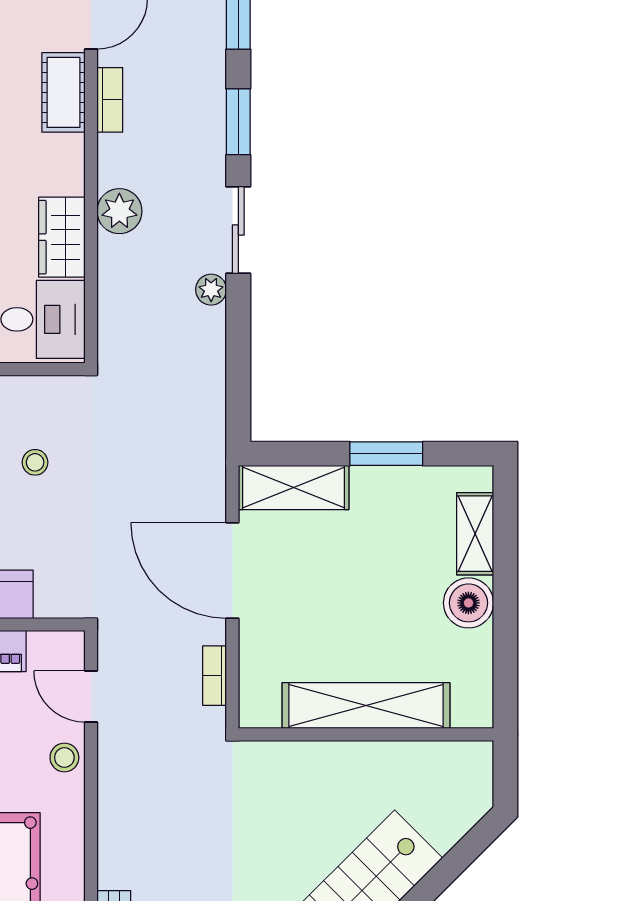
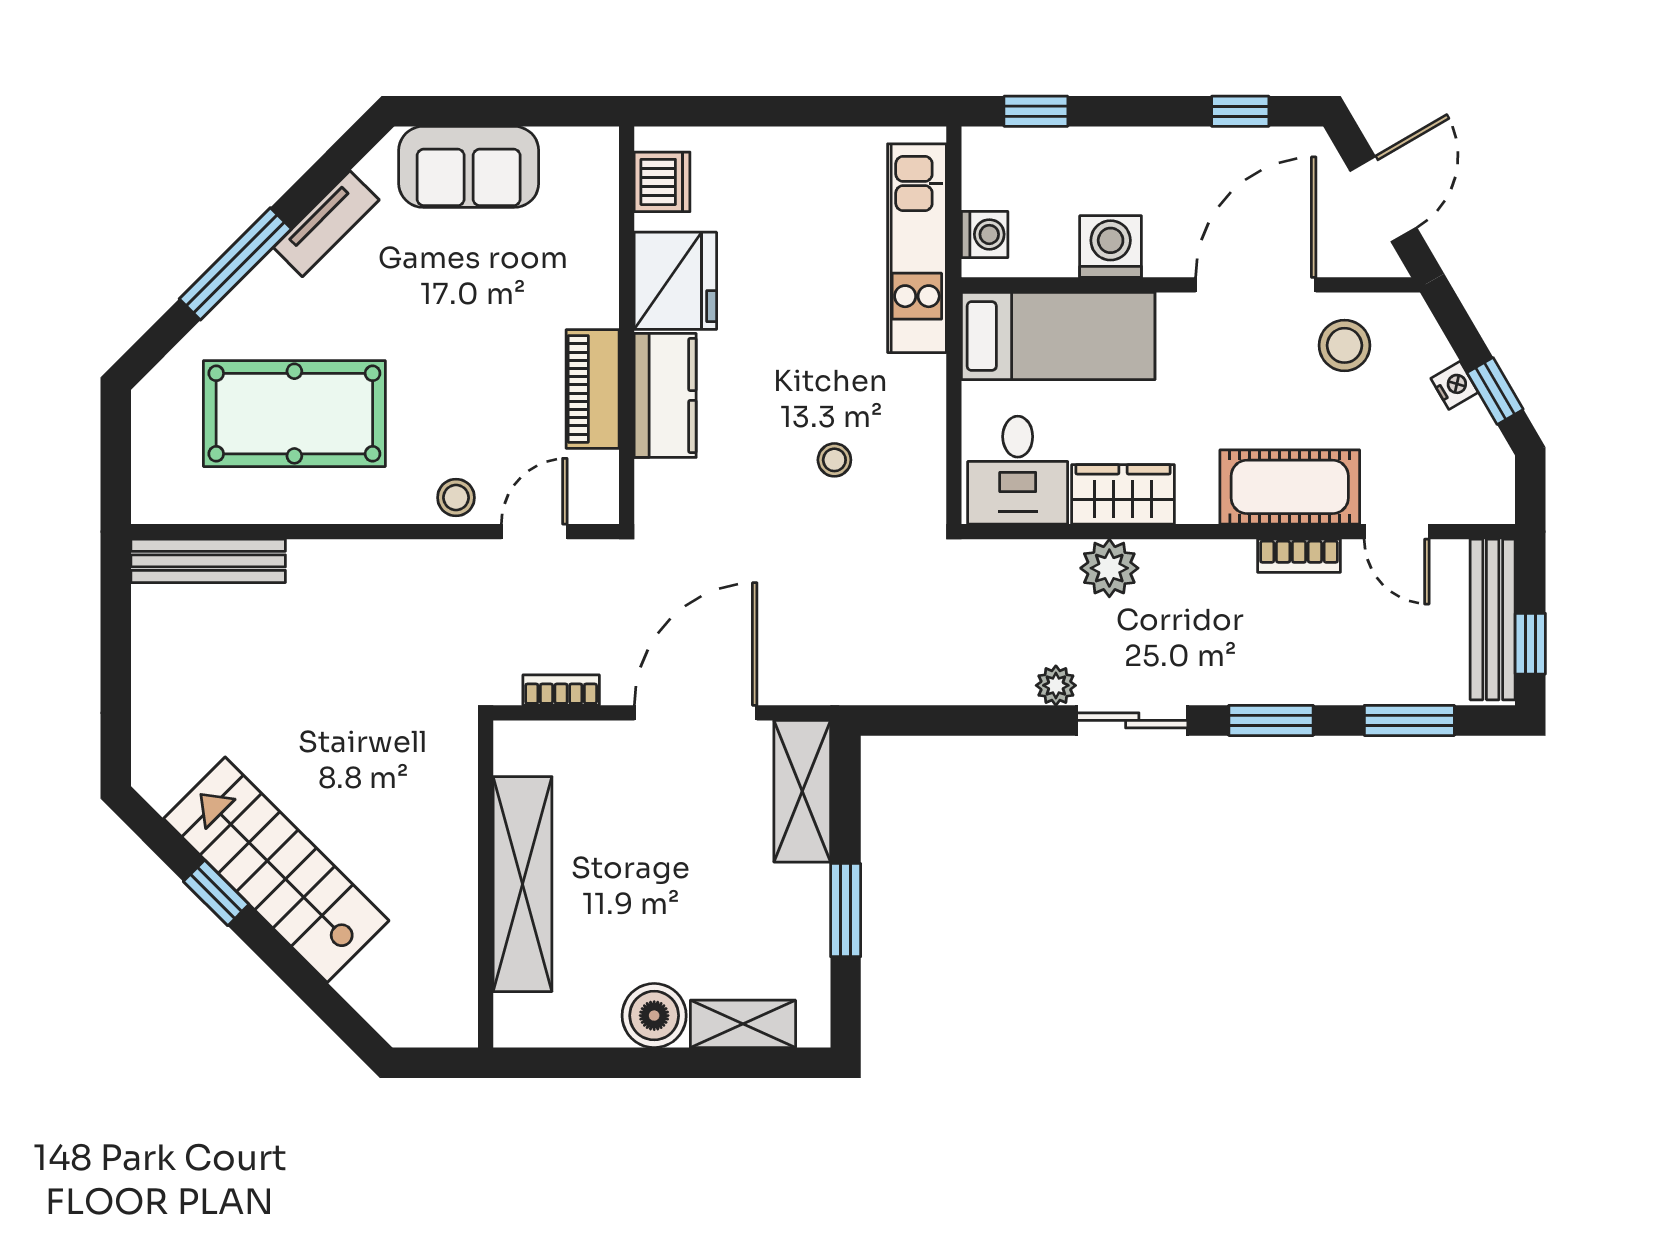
cot: (63, 92) -> (1290, 487), width x1.37, depth x1.34
plant: (119, 211) -> (1109, 568), moved

